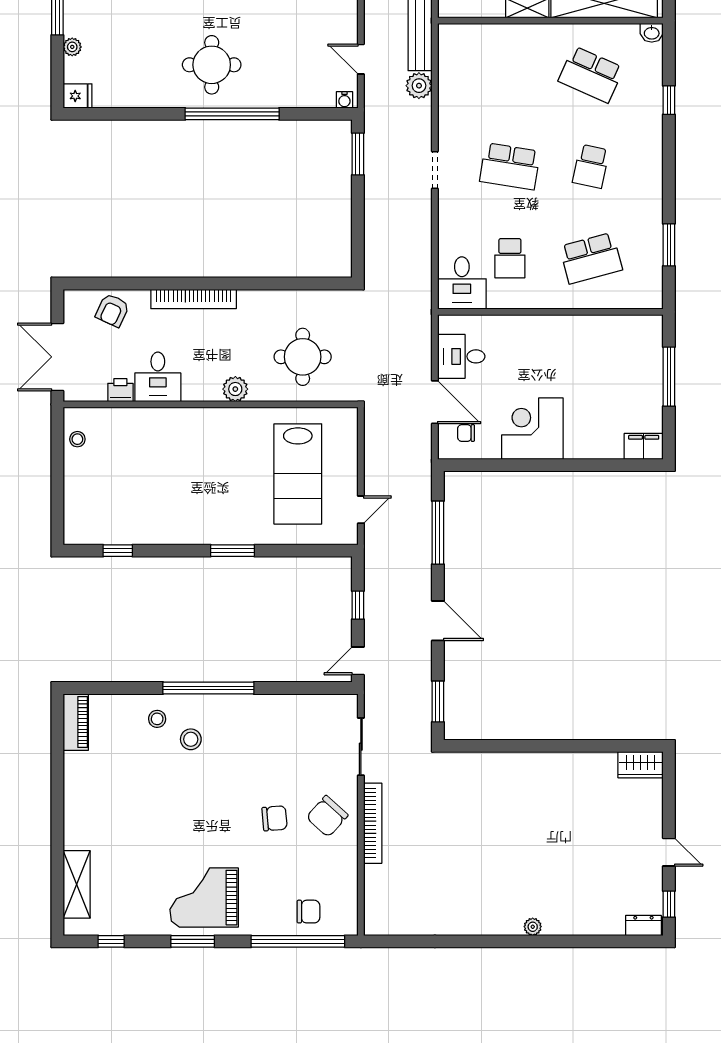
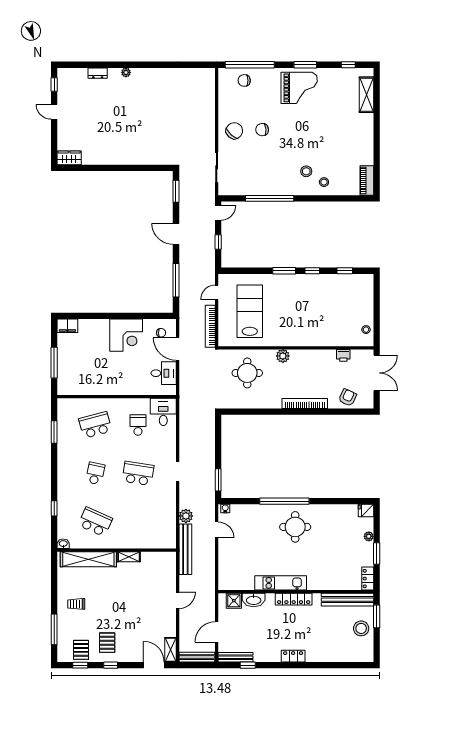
desk: (158, 377) -> (324, 362), removed
window: (179, 551) -> (312, 271), added
window: (208, 688) -> (270, 198), moved
bookcase: (373, 823) -> (210, 326), moved
dresser: (643, 925) -> (98, 73), moved

